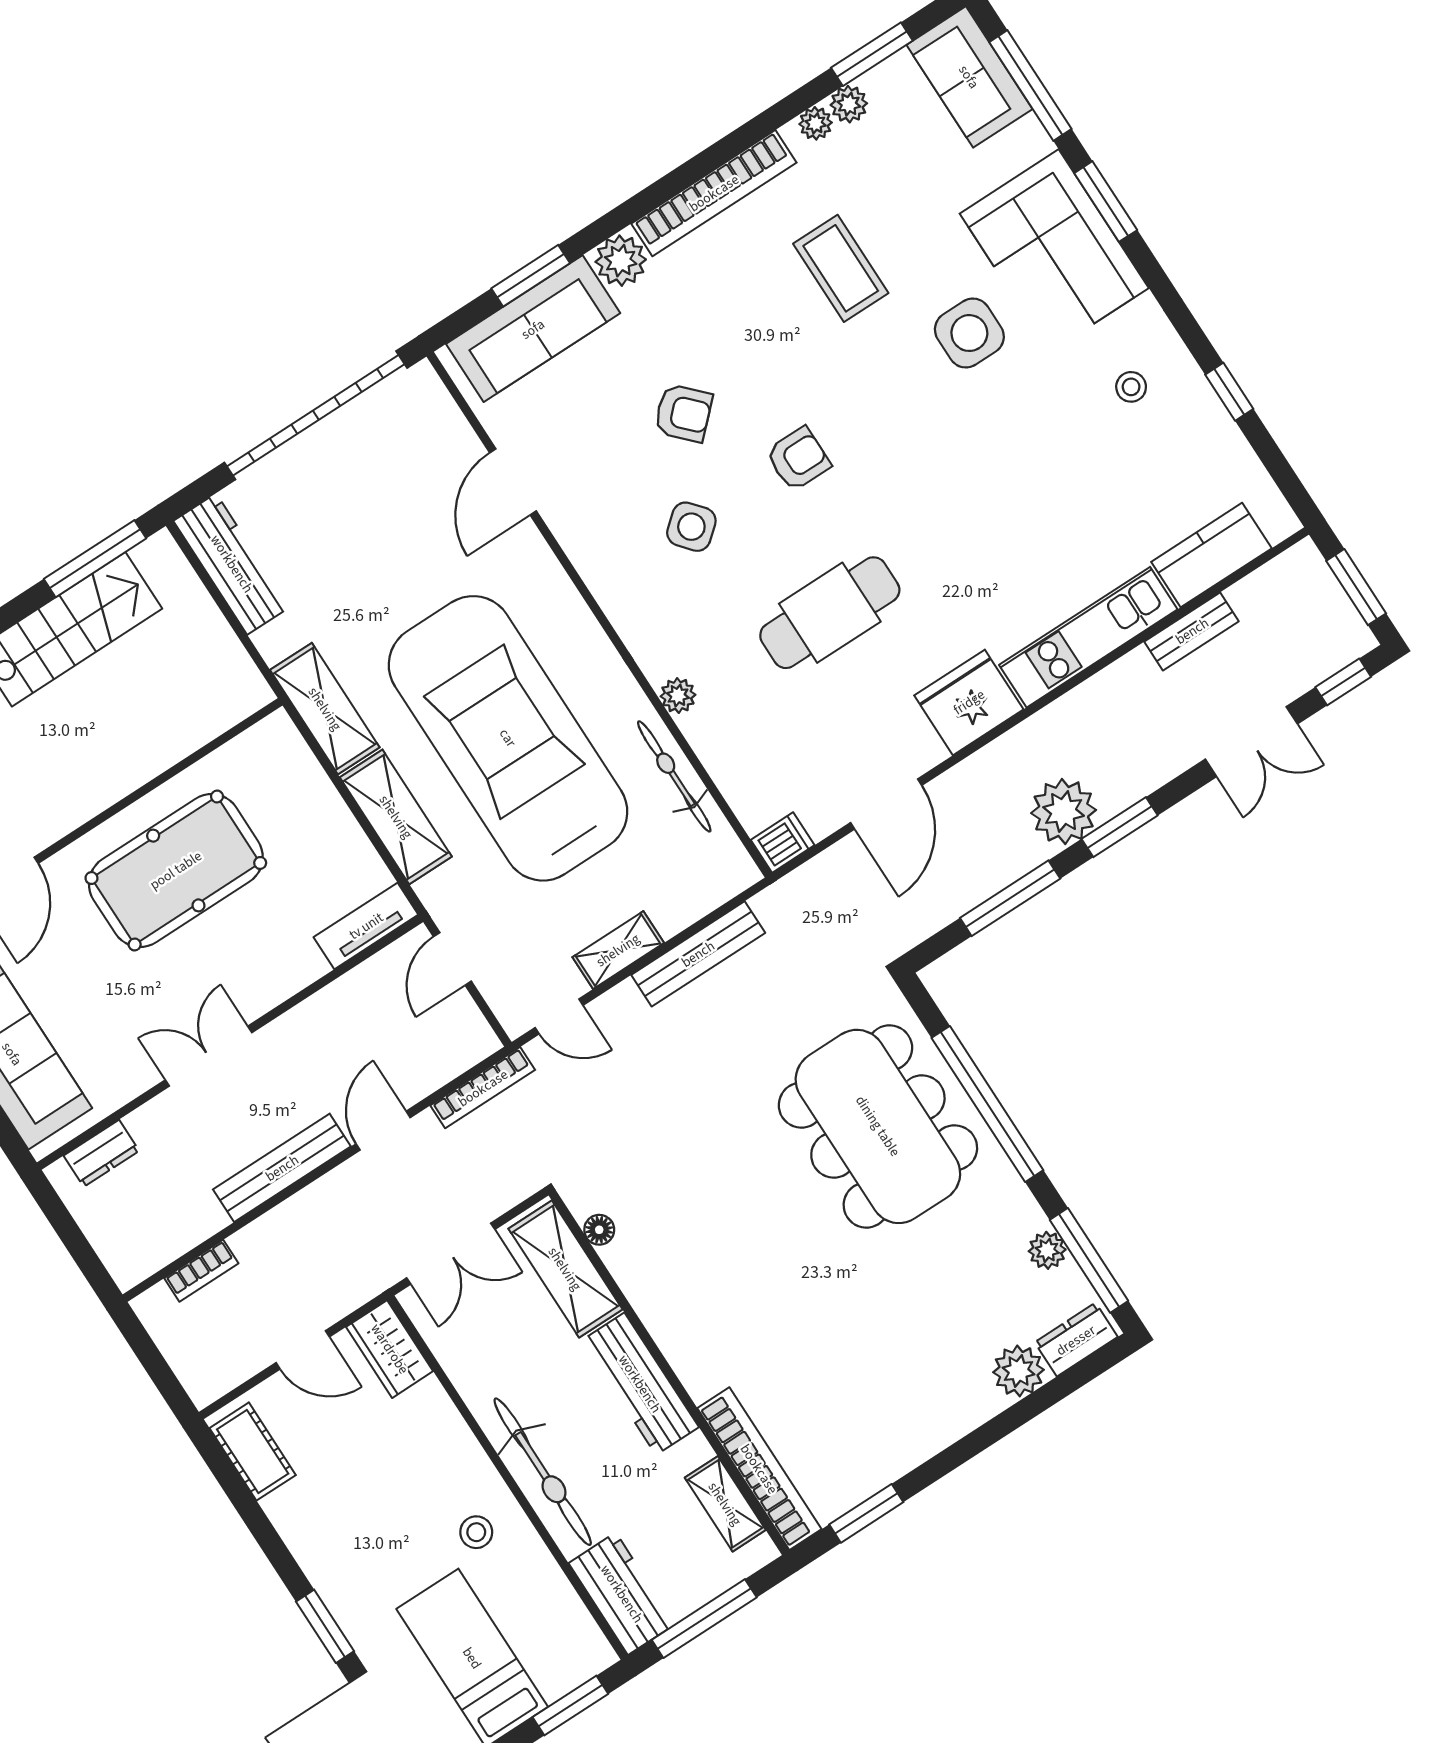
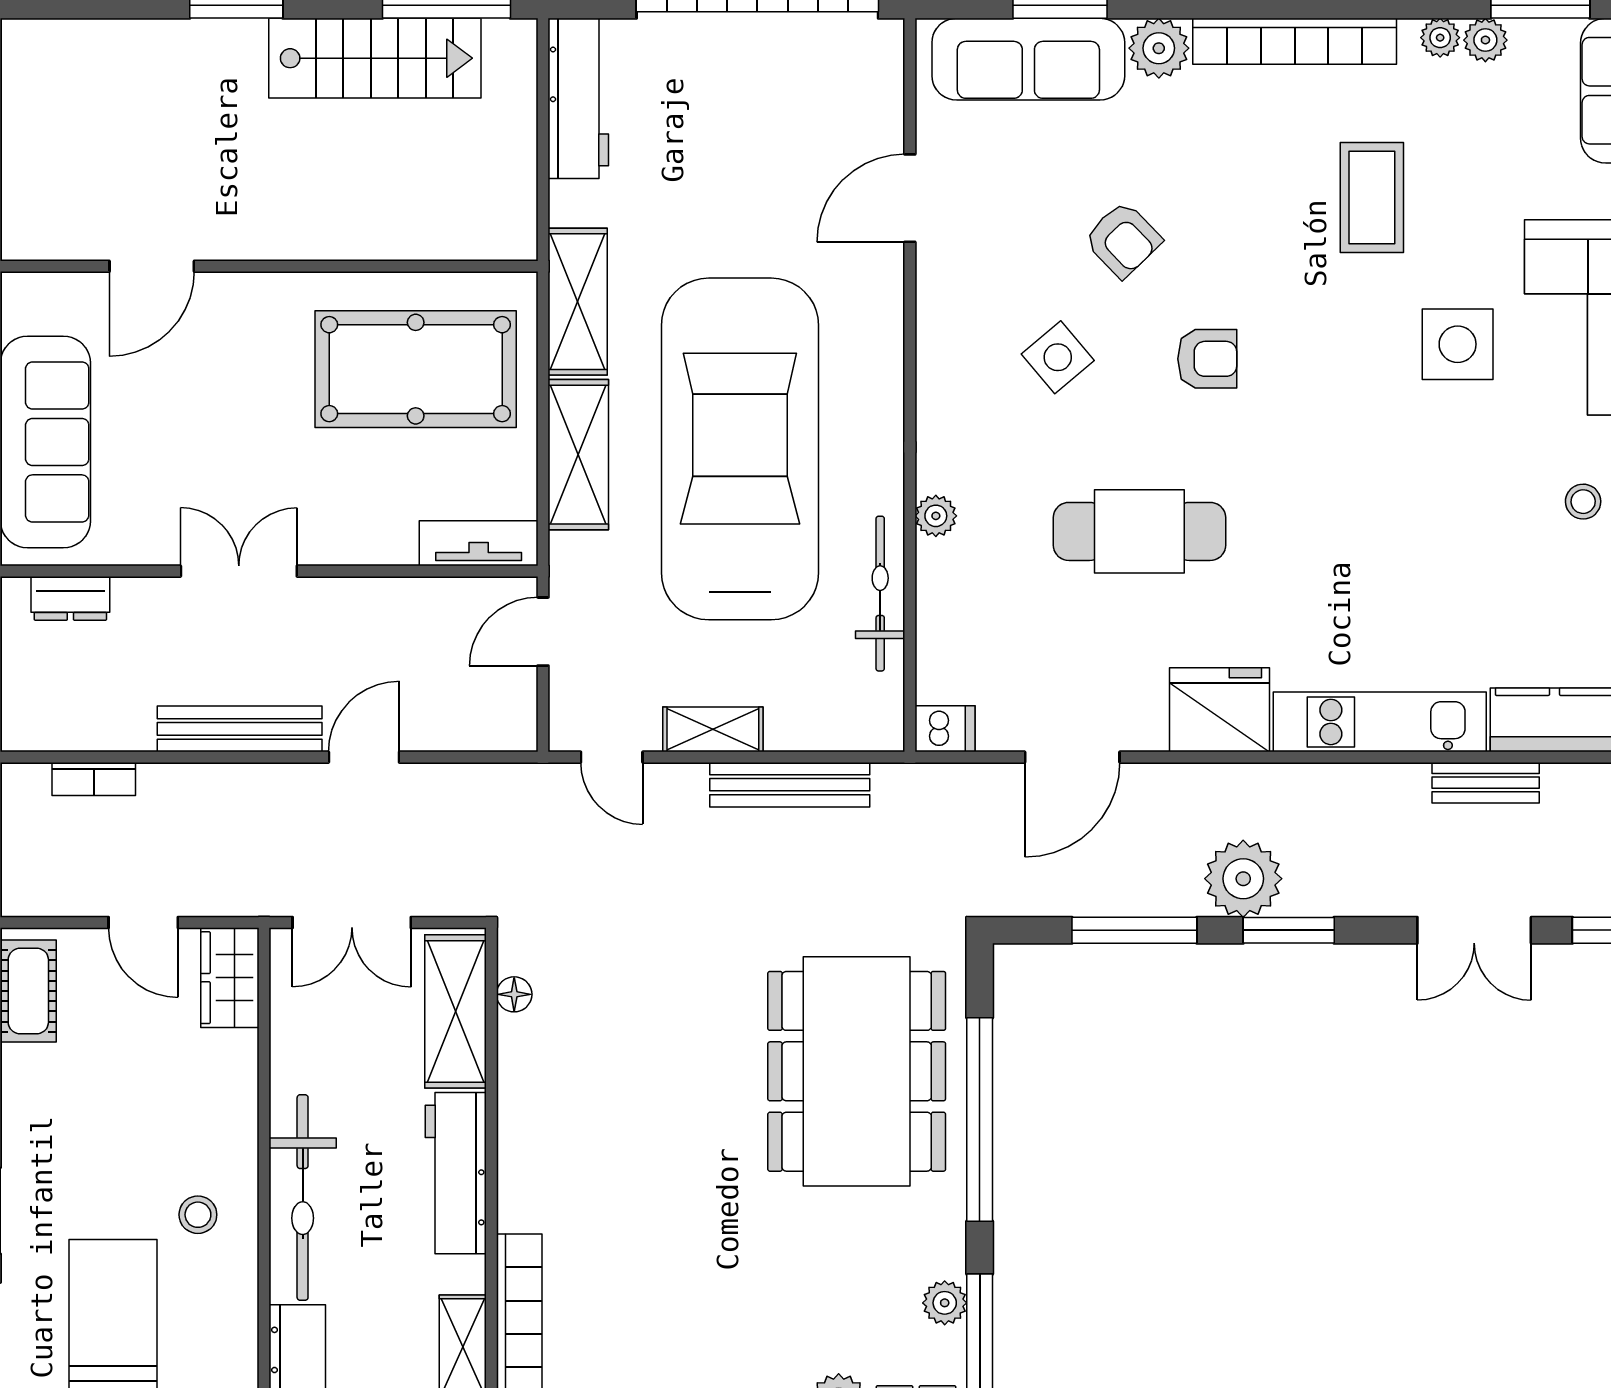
pool table: (176, 870) -> (416, 369), moved
bookcase: (483, 1088) -> (490, 779), removed

